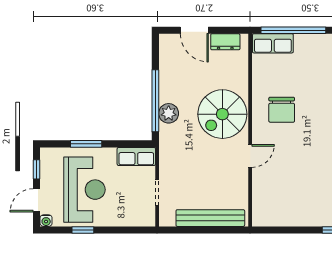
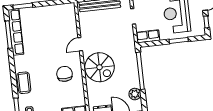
plant: (169, 113) -> (135, 94), moved
spiral stairs: (222, 114) -> (99, 67), turned 90

